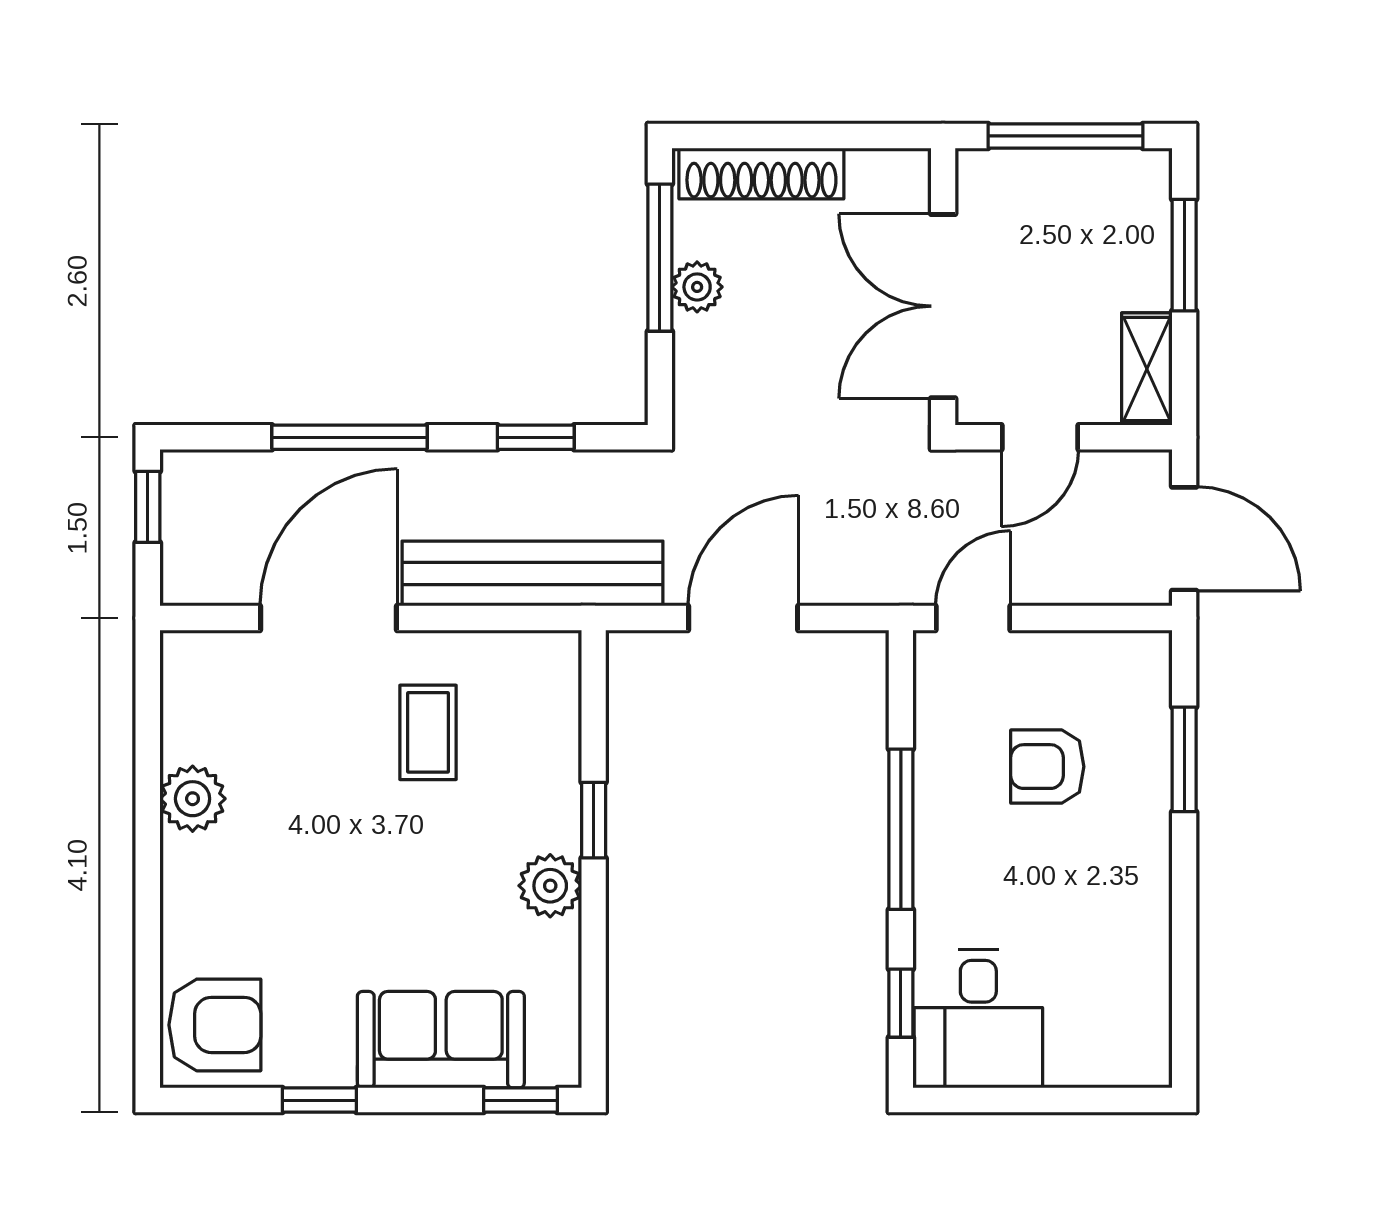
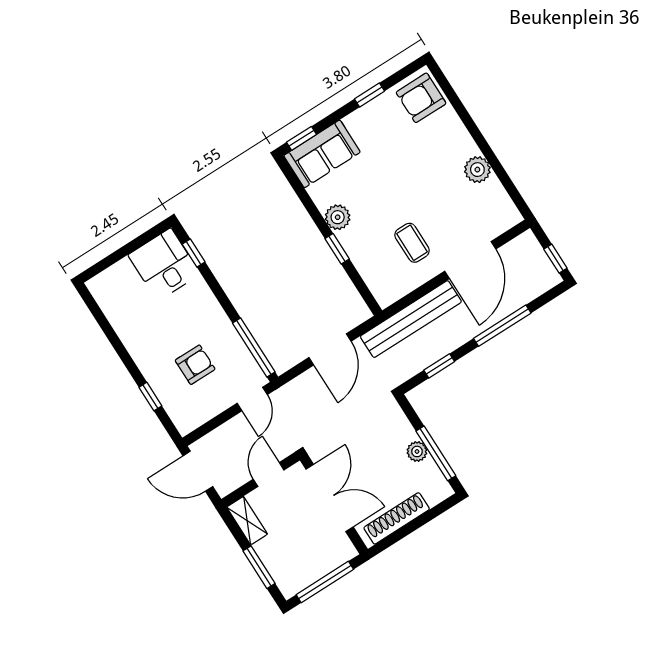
shoe rack: (761, 173) -> (397, 518), moved
window: (1184, 759) -> (150, 397), width x0.67
window: (901, 829) -> (254, 348), moved
sofa: (441, 1040) -> (322, 154), moved

